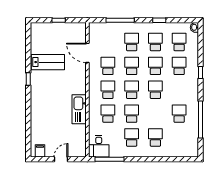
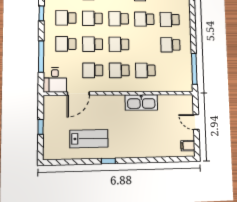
lab bench: (48, 62) -> (89, 139), turned 90
school desk: (132, 114) -> (144, 19), moved
desk: (99, 146) -> (55, 80), moved, turned 90

